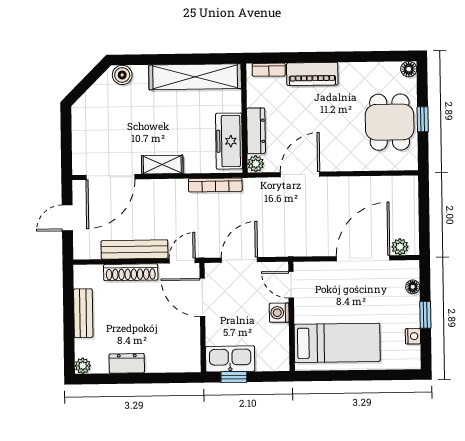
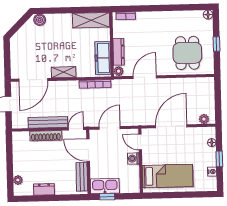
piano: (312, 74) -> (151, 18), removed
shelving: (195, 77) -> (91, 20), width x0.68
dining table: (390, 122) -> (187, 53), moved
door: (363, 258) -> (171, 126), moved
bench: (83, 313) -> (82, 177), moved
plant: (83, 366) -> (18, 180), moved

